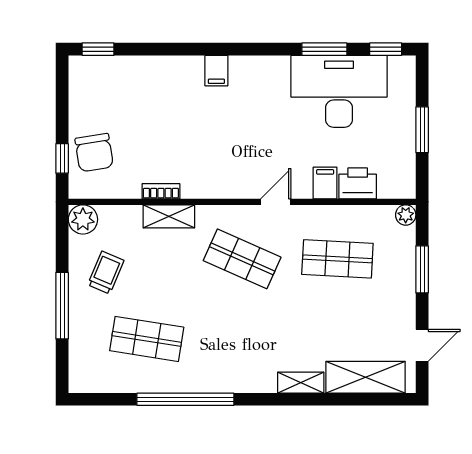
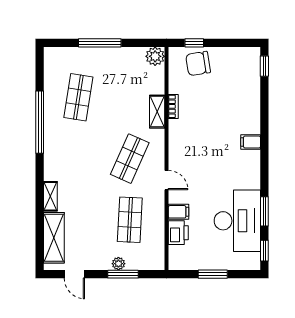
plant: (406, 215) -> (118, 264), moved
trolley: (106, 273) -> (121, 71), removed

